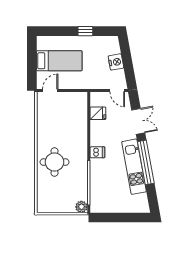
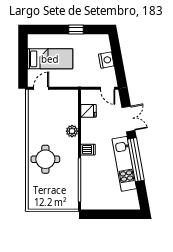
plant: (81, 207) -> (72, 131), moved

